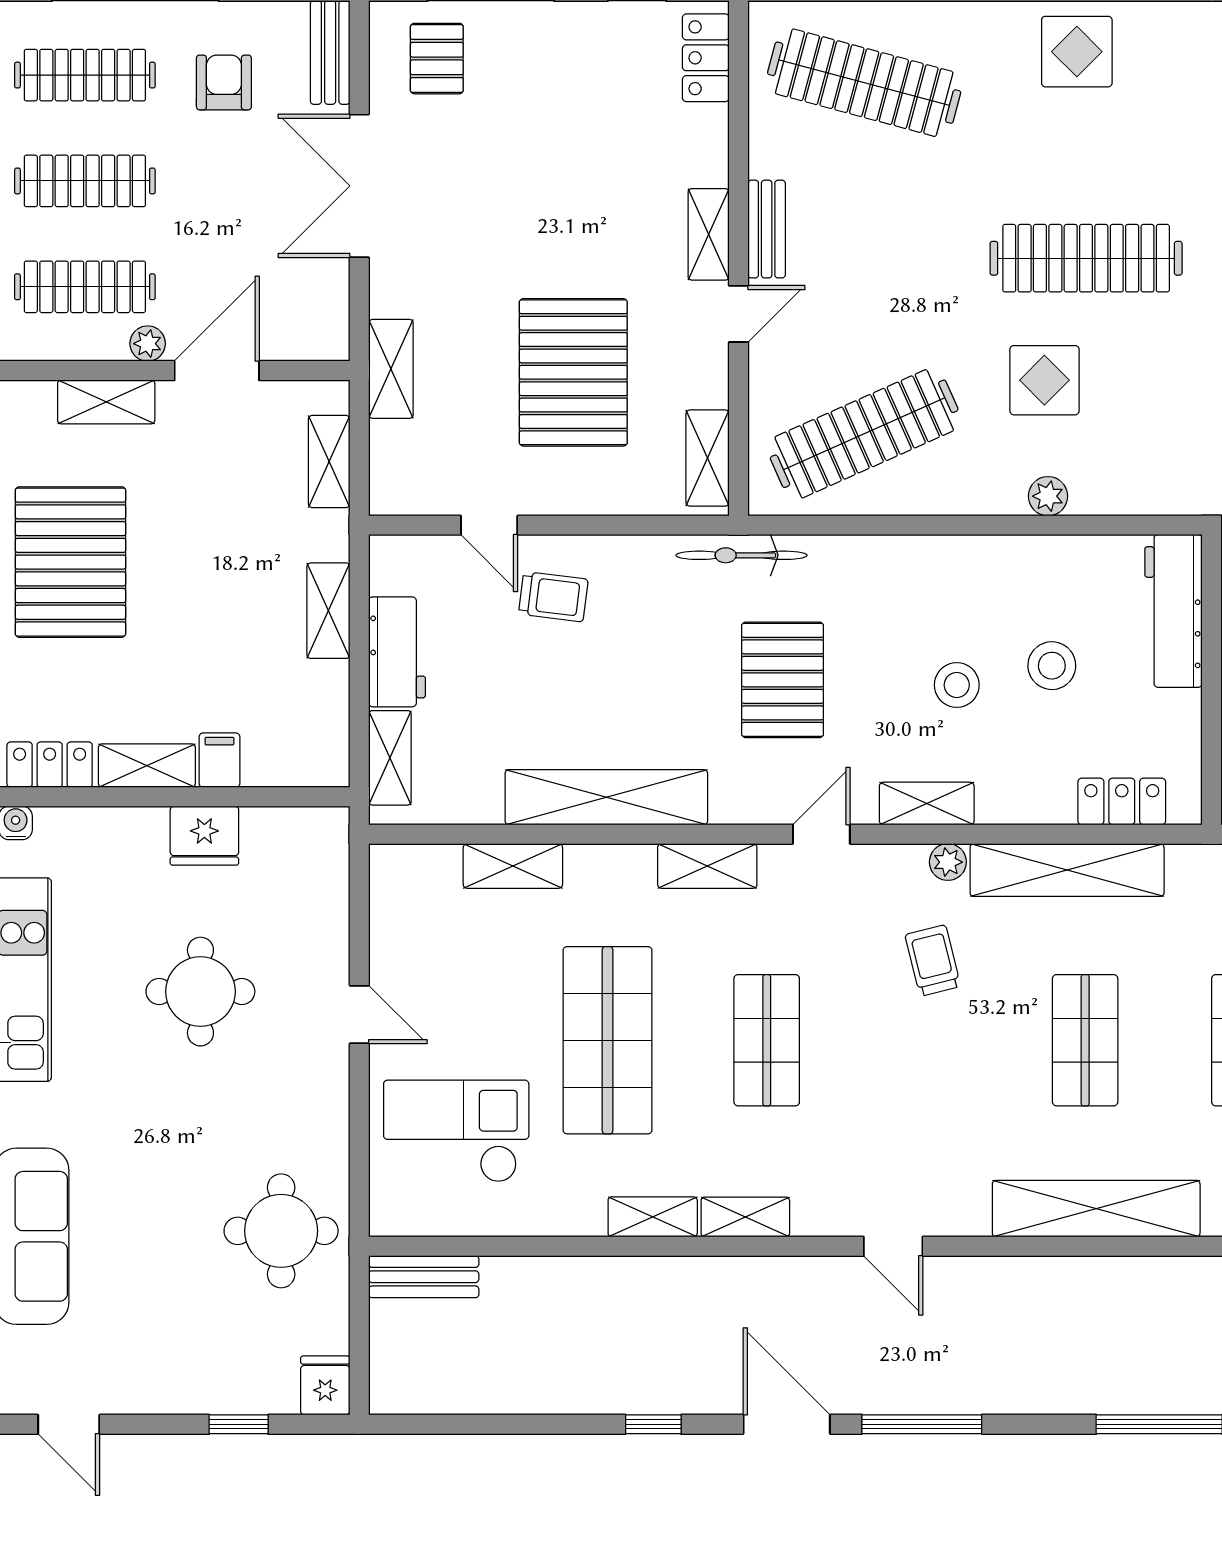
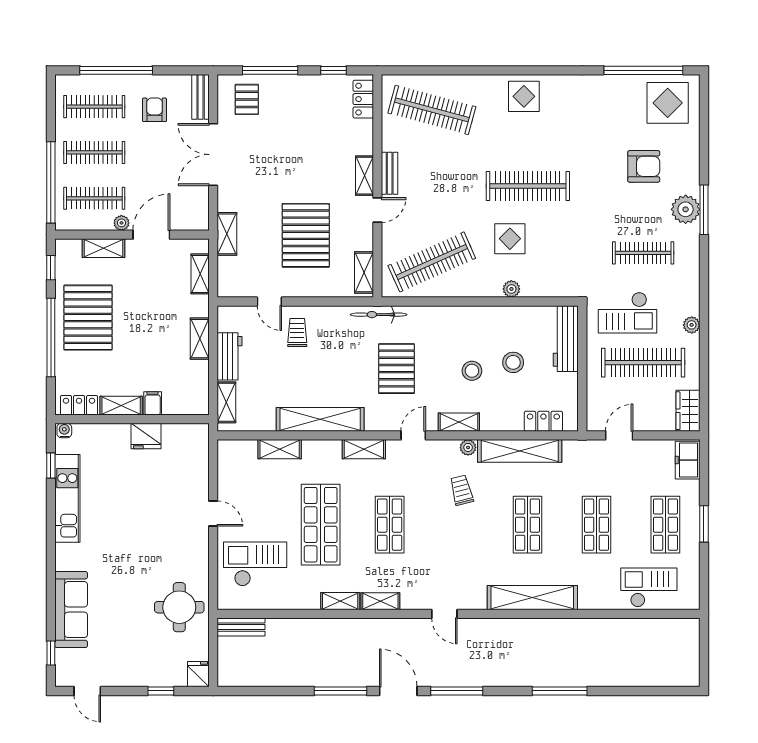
trolley: (553, 597) -> (297, 333), turned -97
round table: (200, 992) -> (144, 504), removed
window: (653, 1424) -> (340, 691), width x2.17

